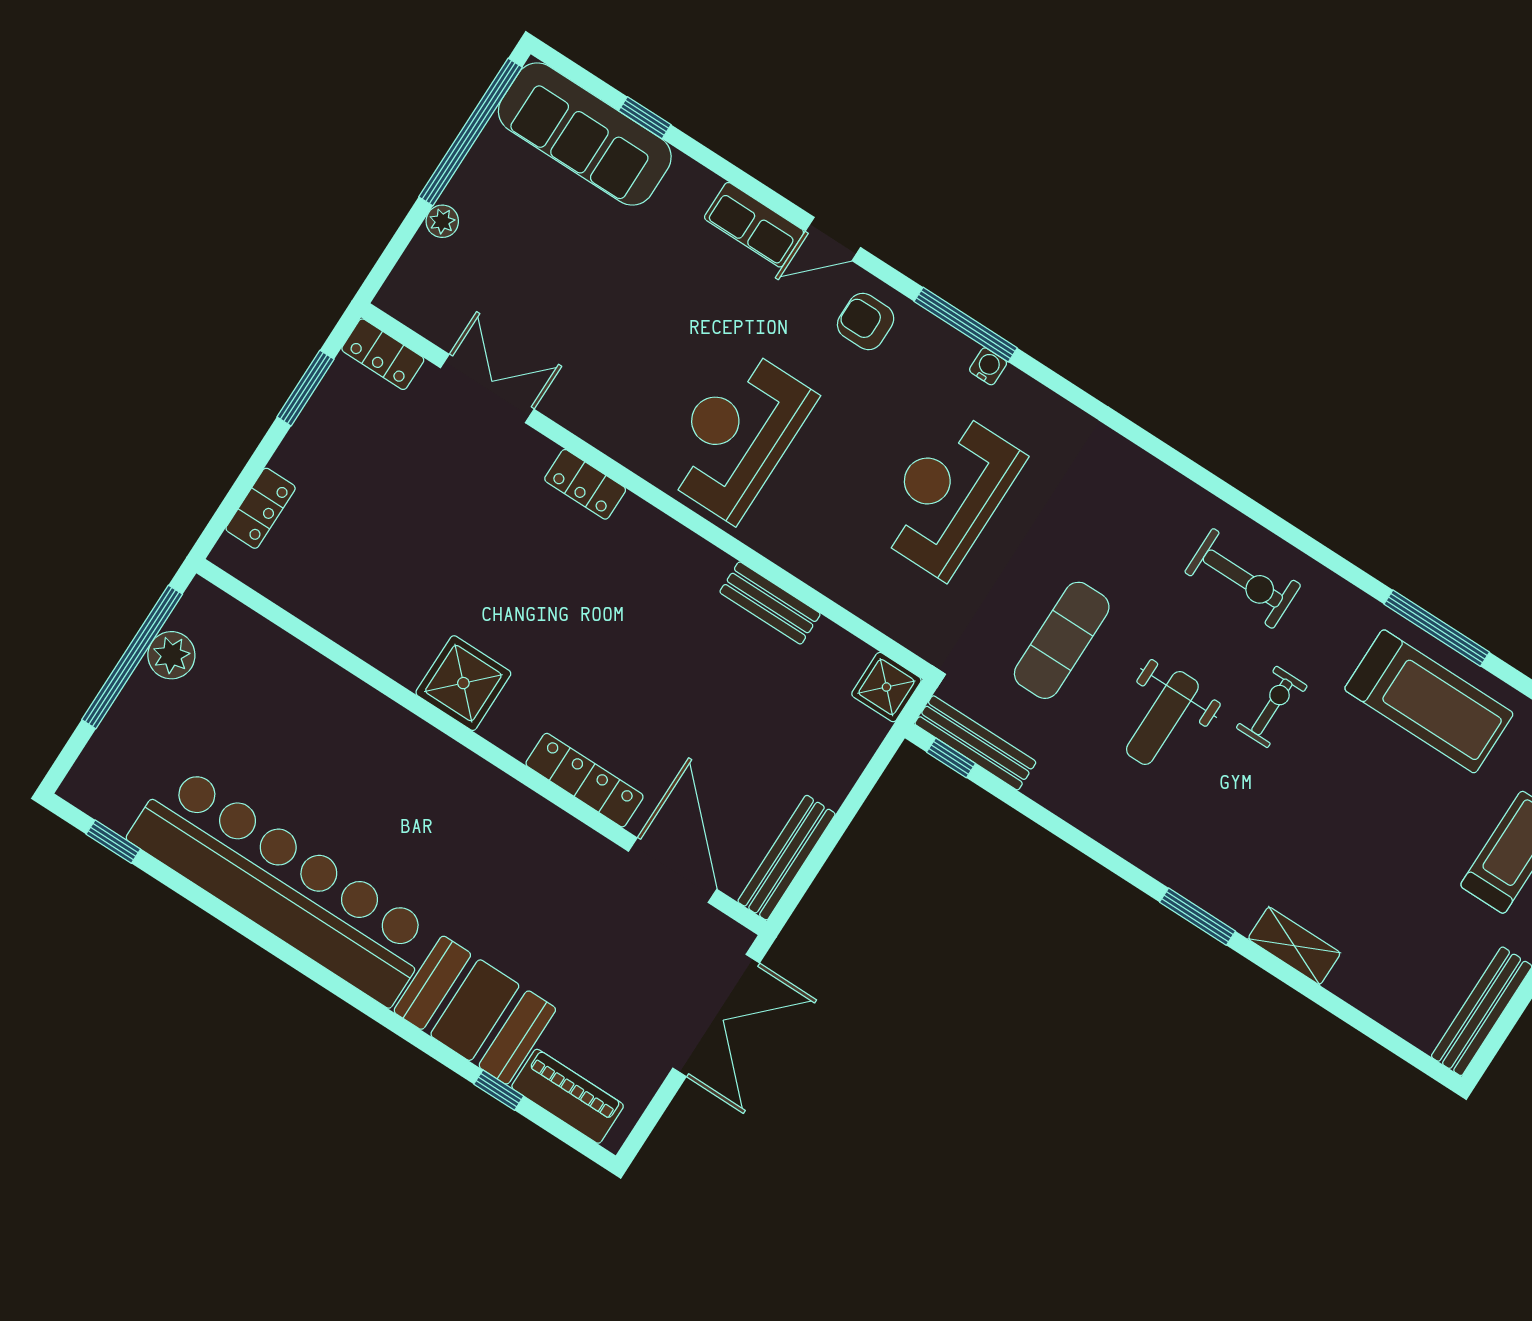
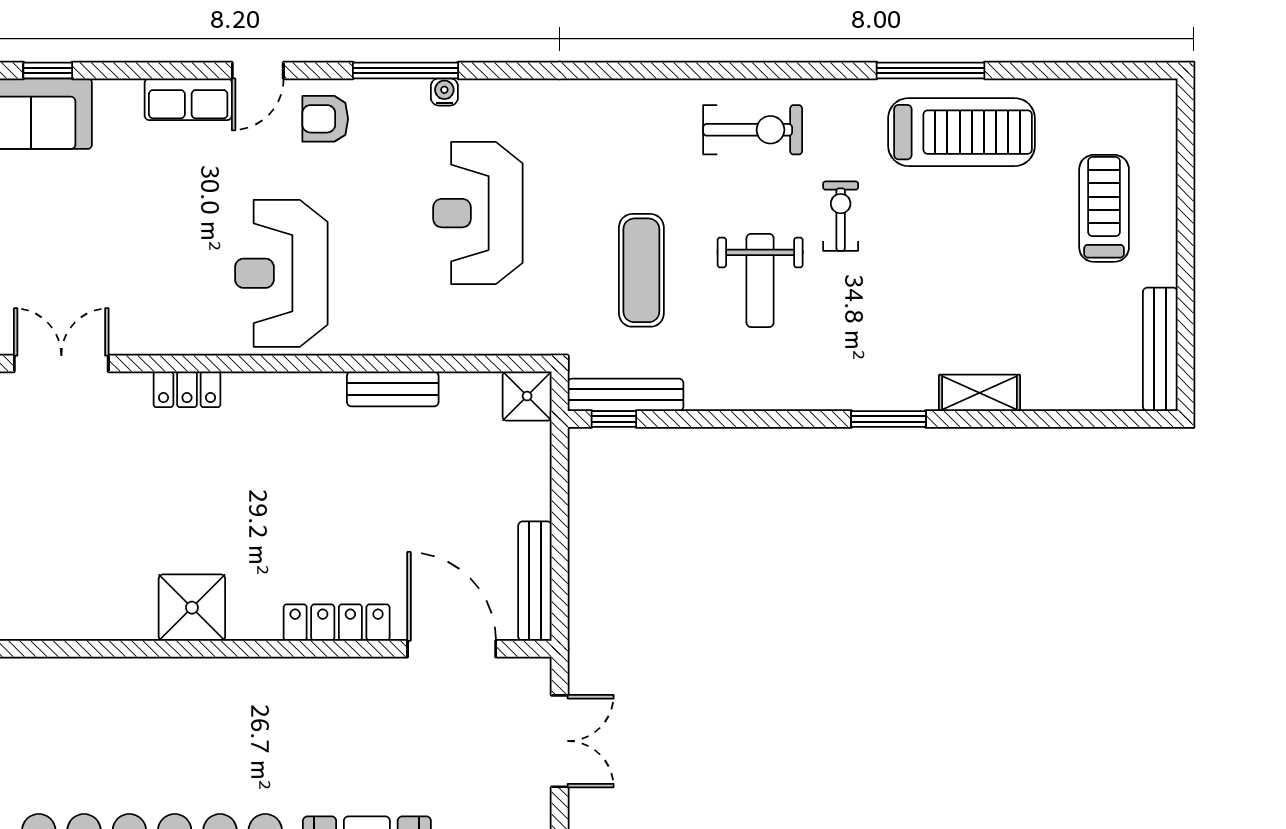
double door: (716, 1016) -> (560, 741), width x0.73

